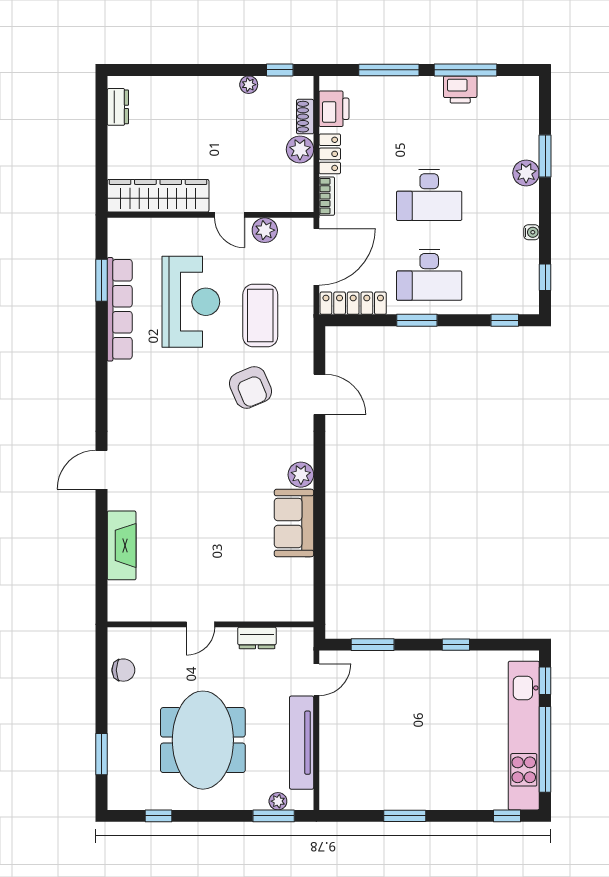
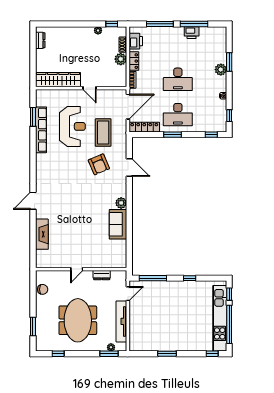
plant: (265, 230) -> (105, 95), removed
window: (373, 645) -> (153, 278), width x1.44

